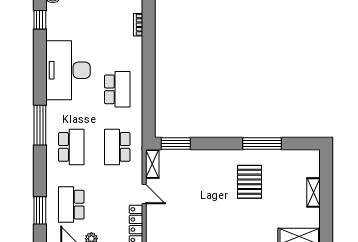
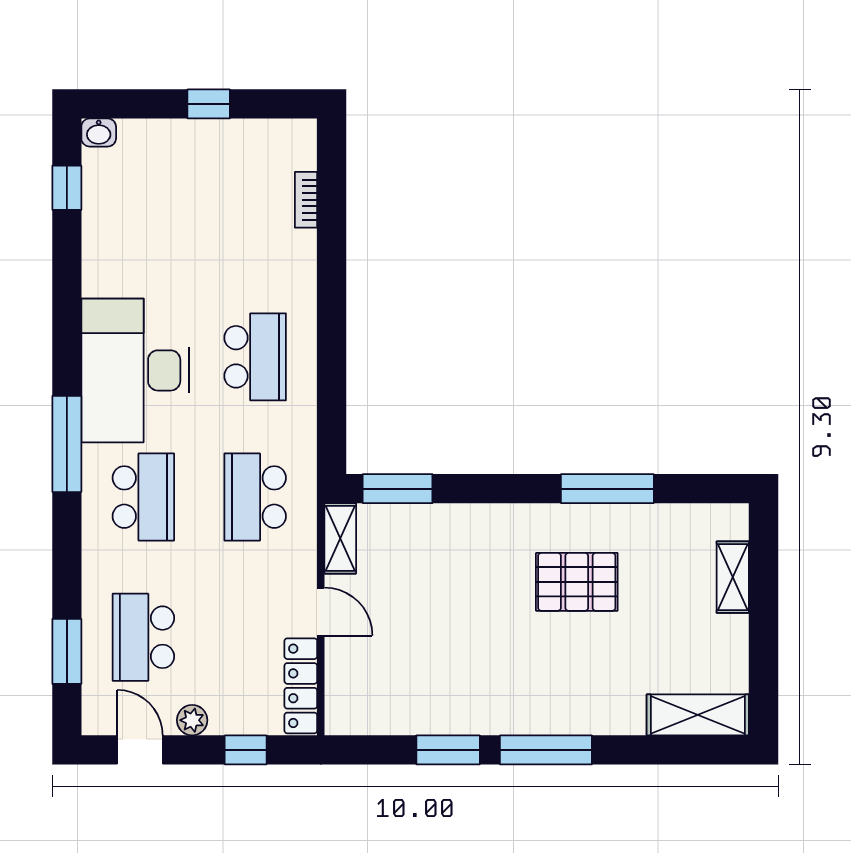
desk: (68, 70) -> (135, 370), moved
pallet: (249, 182) -> (577, 582), turned 90
shelving: (314, 192) -> (733, 577), moved

